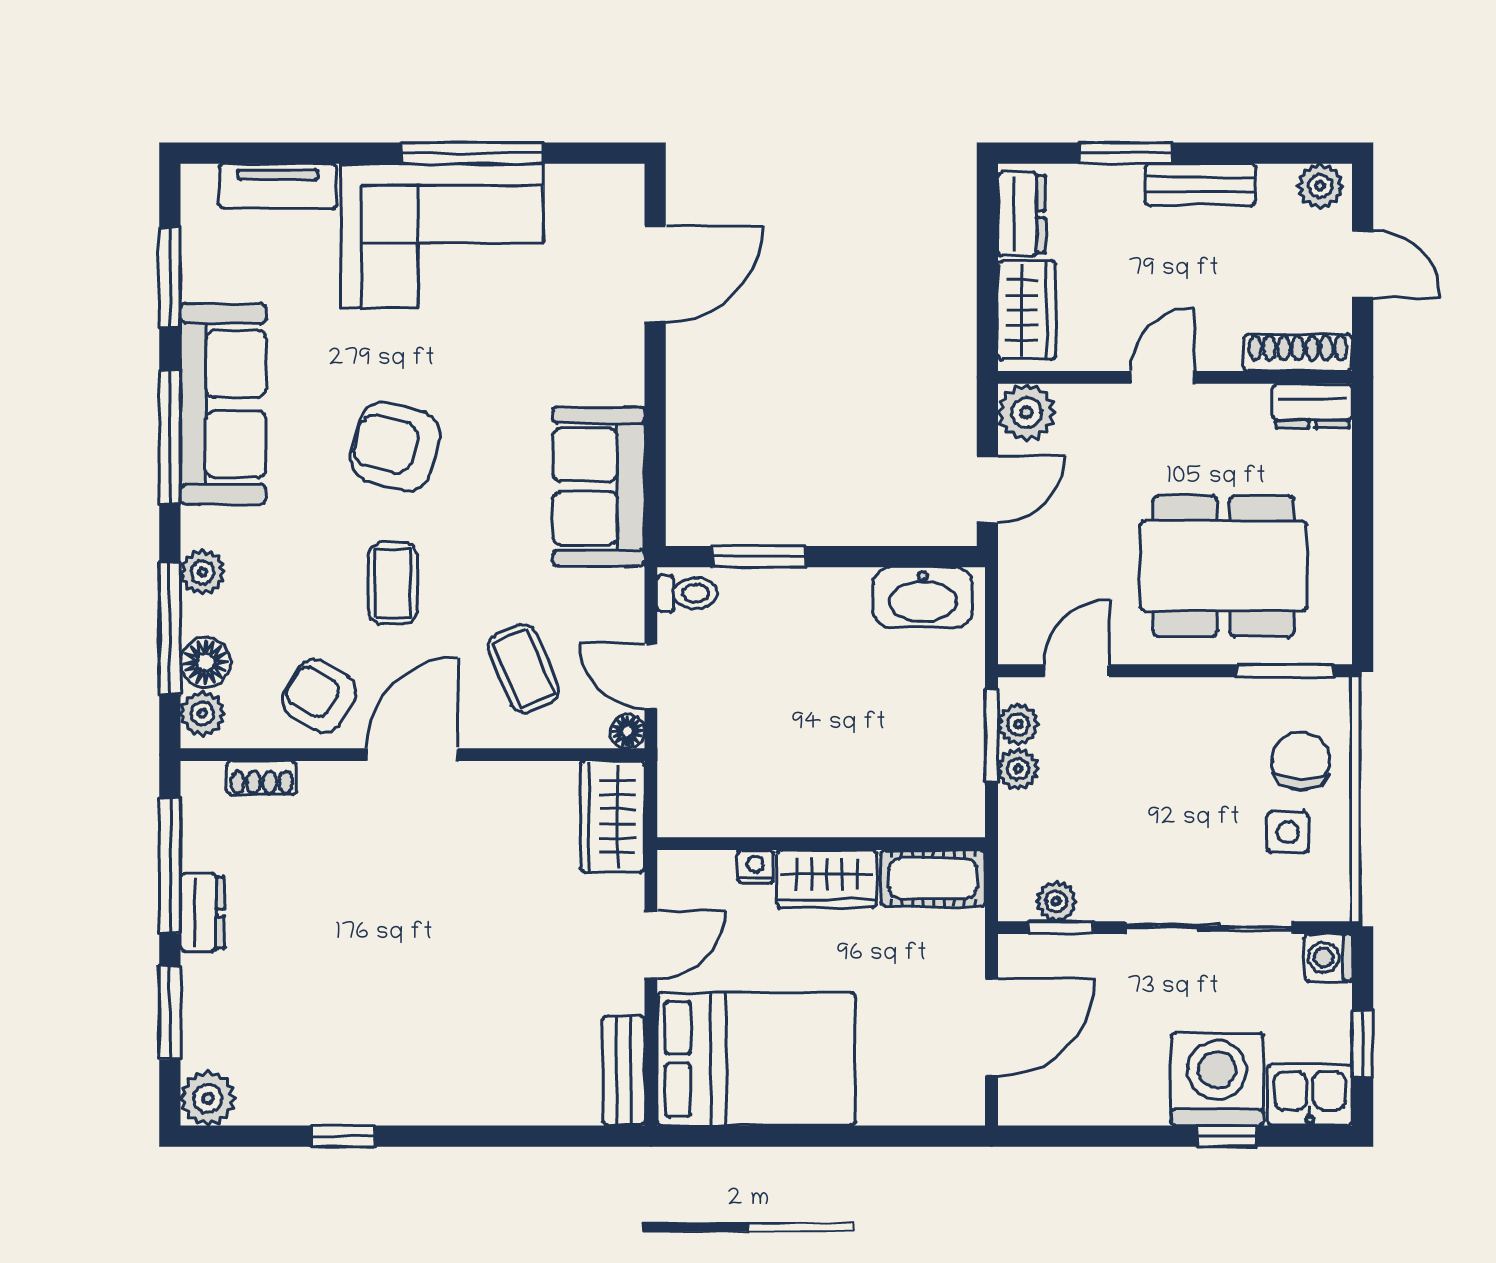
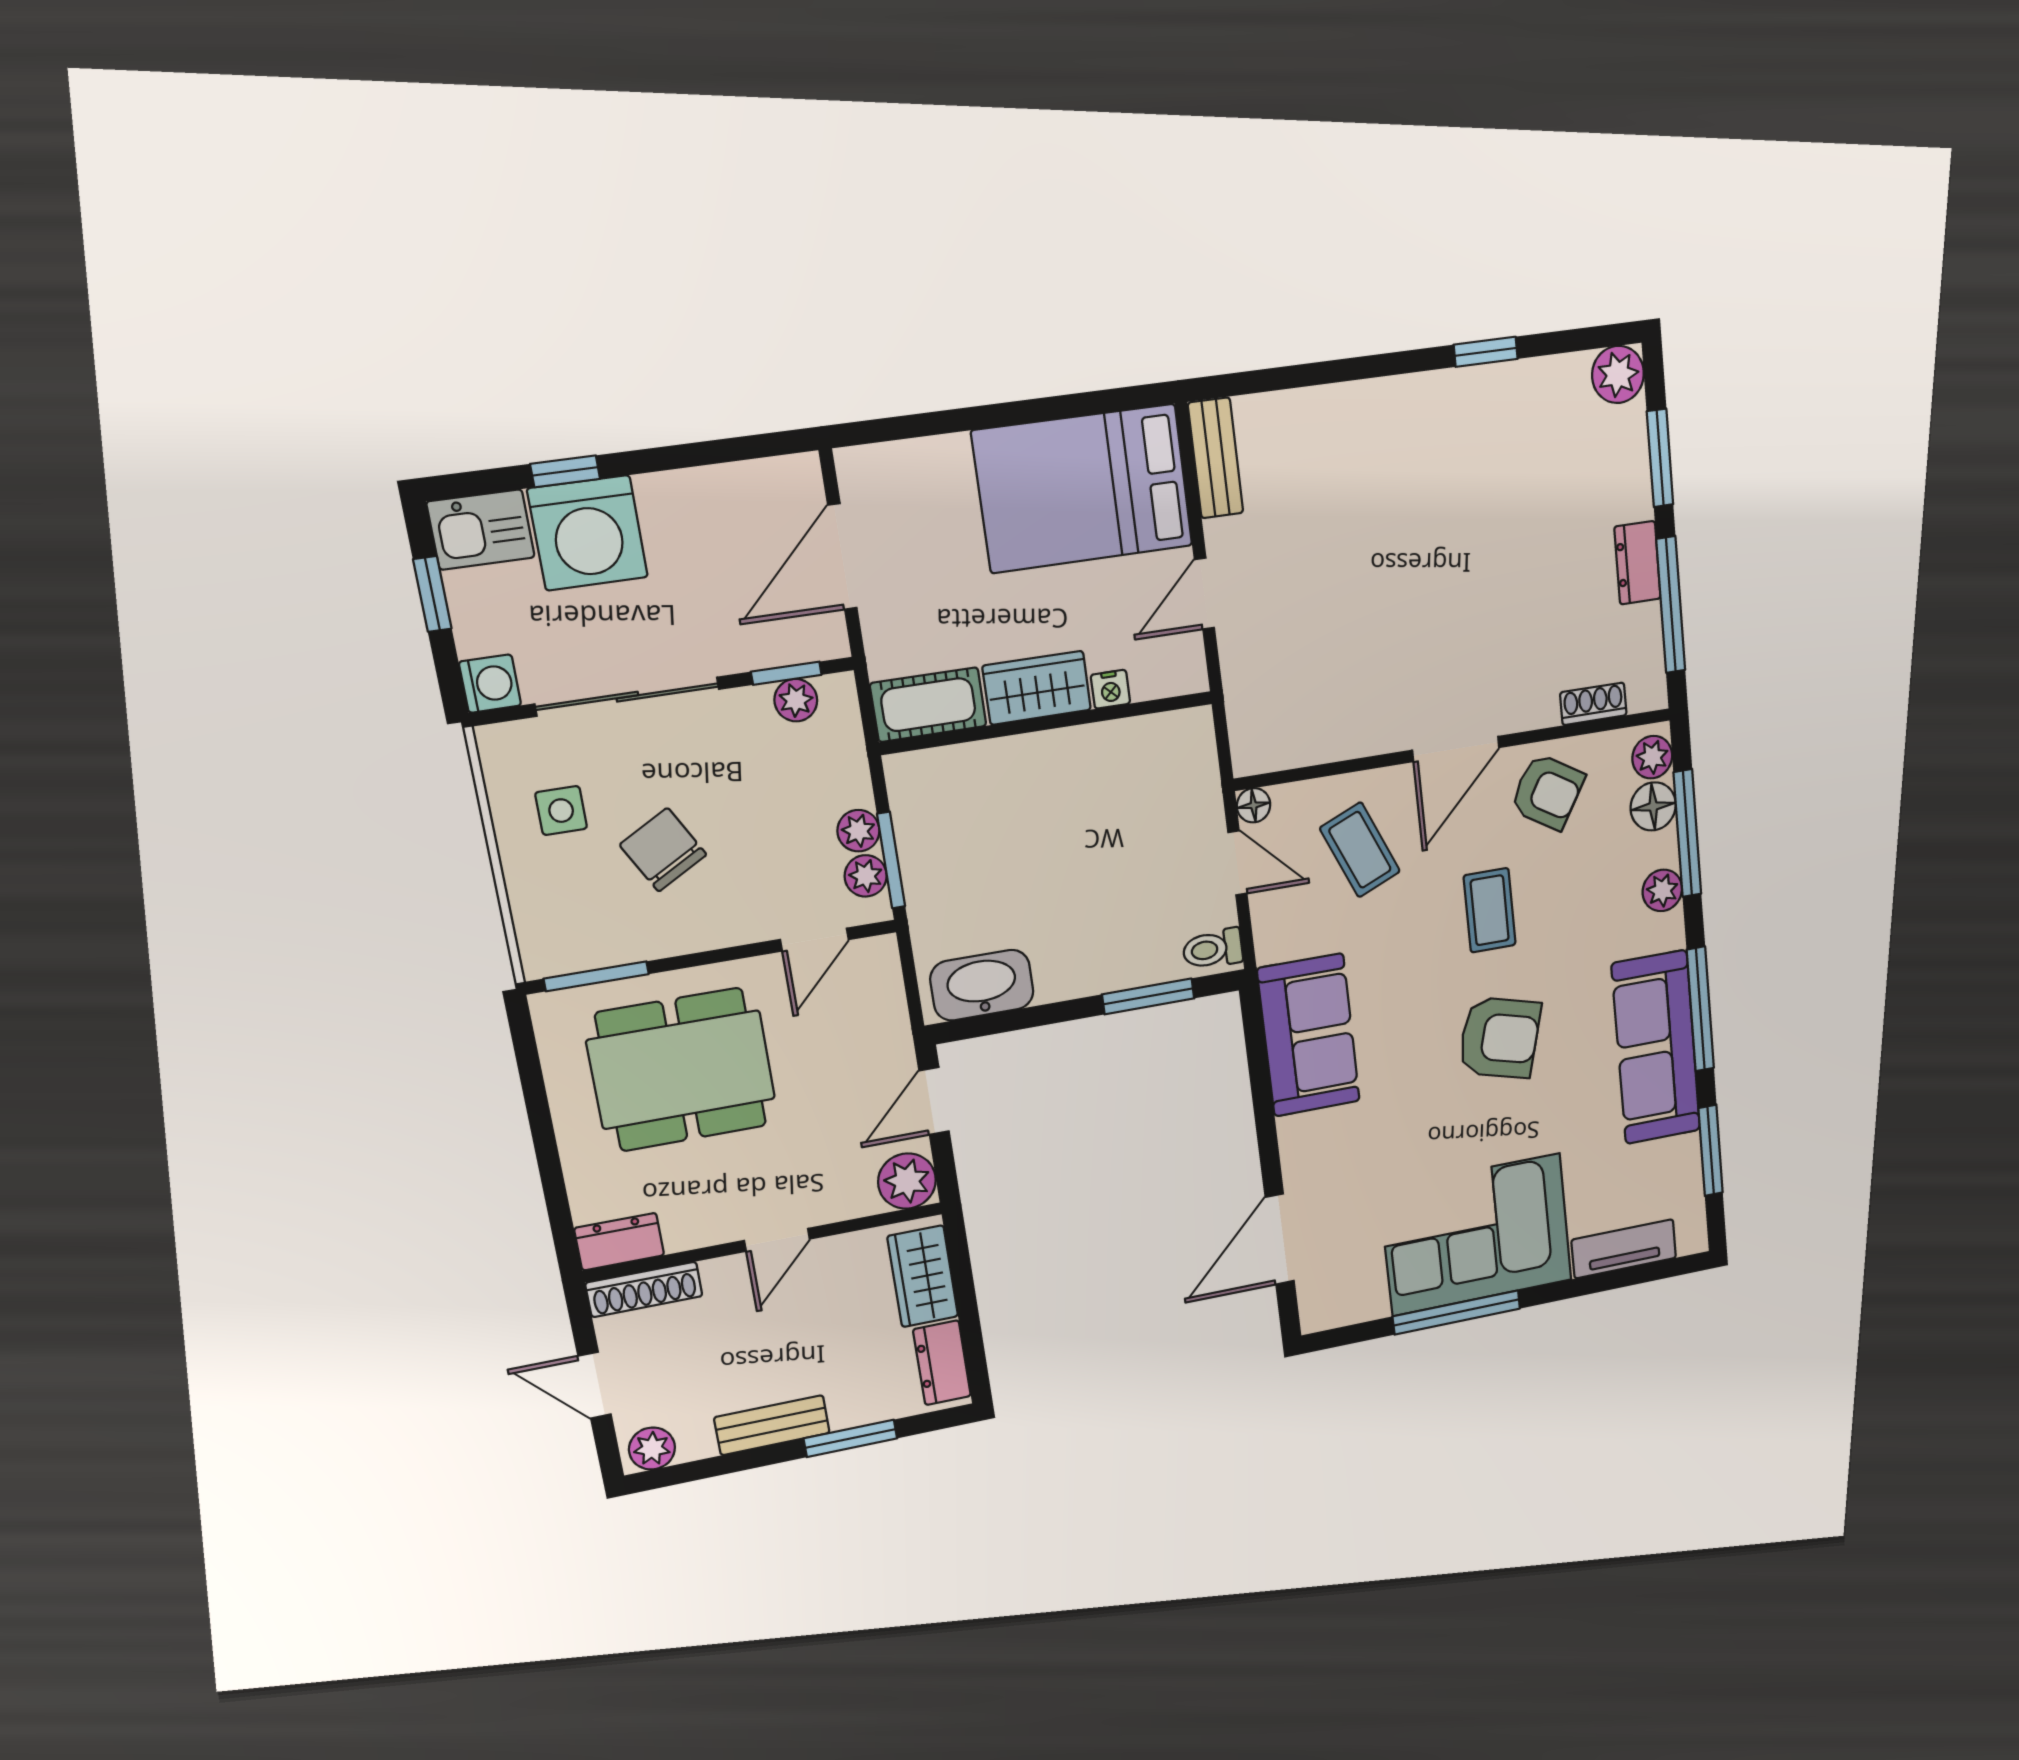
chair: (1301, 761) -> (663, 850), moved, turned 151
wardrobe: (612, 817) -> (1258, 718), removed

